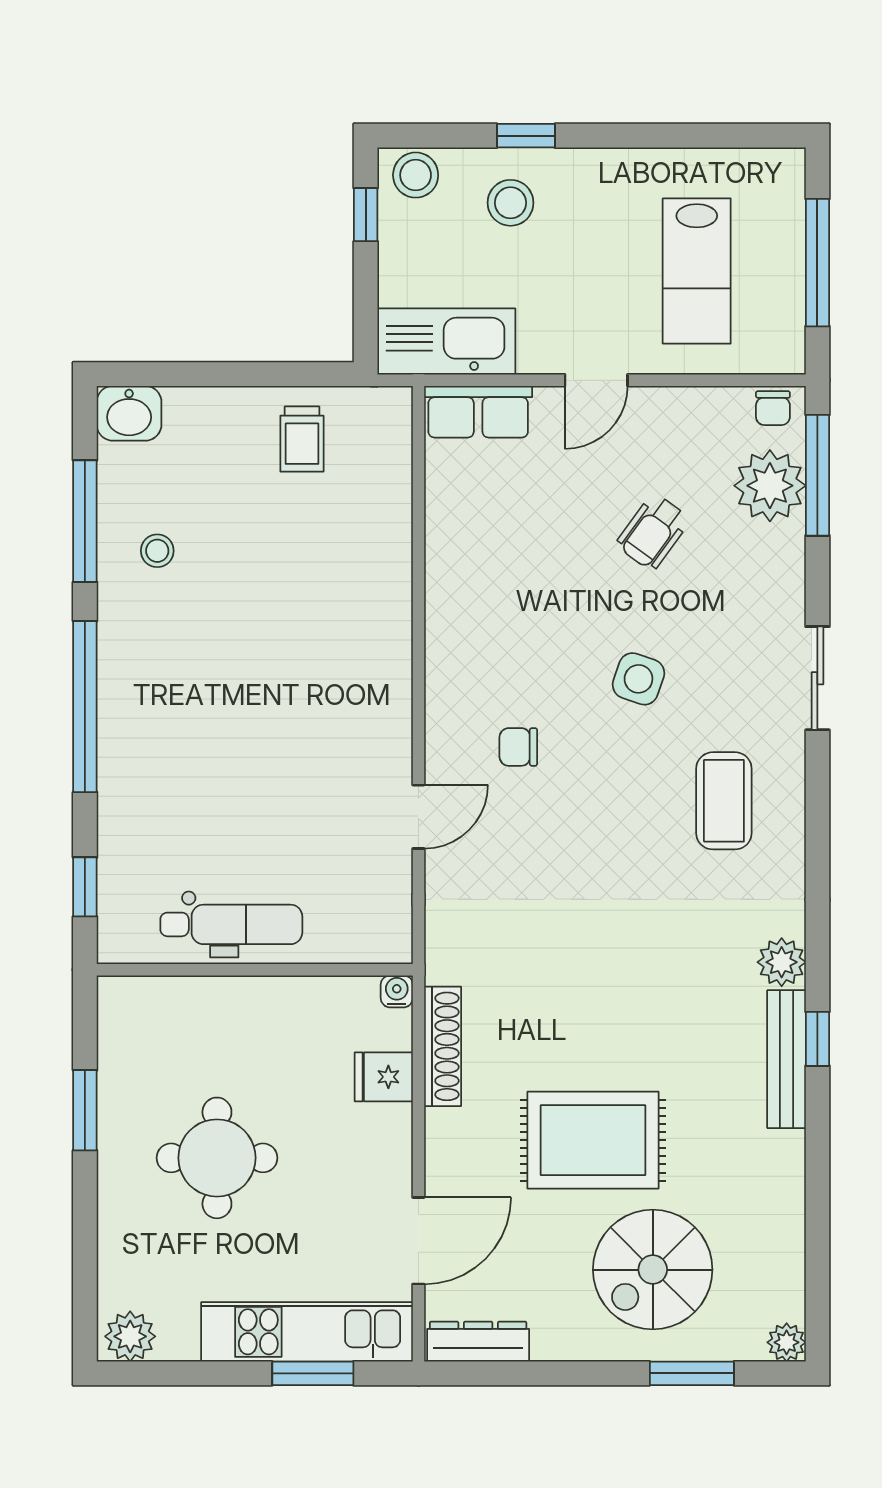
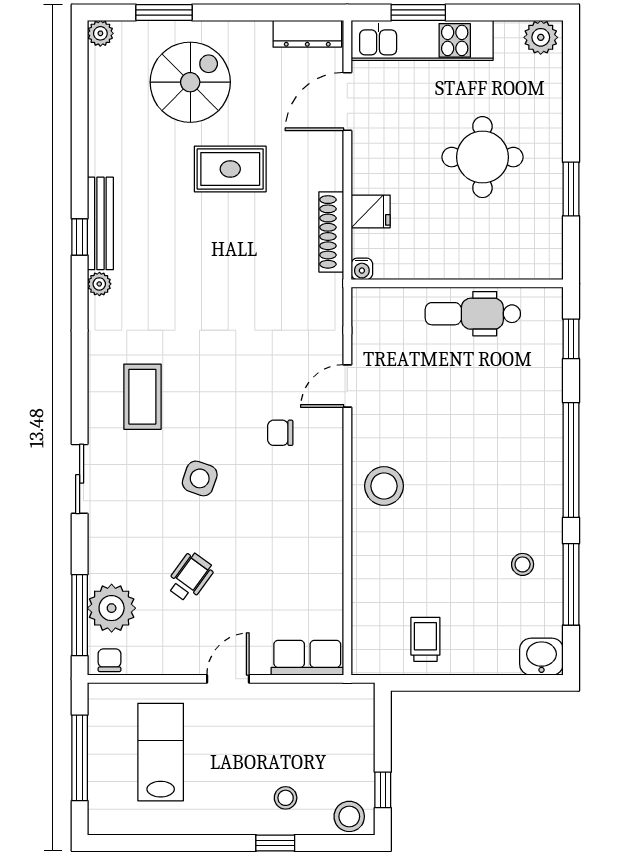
stool: (511, 203) -> (286, 798), width x0.73, depth x0.73
kitchen sink: (446, 342) -> (329, 705), removed
stool: (364, 668) -> (384, 486), added
chair: (518, 747) -> (280, 433), turned 180
plant: (782, 962) -> (99, 284), width x0.73, depth x0.73
rug: (593, 1140) -> (230, 169), width x0.73, depth x0.70

